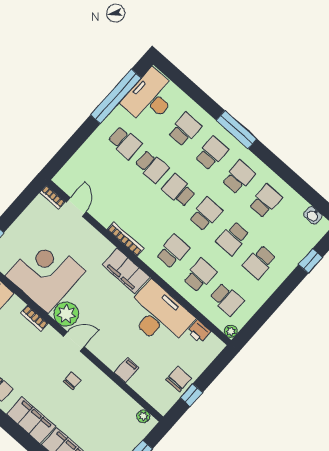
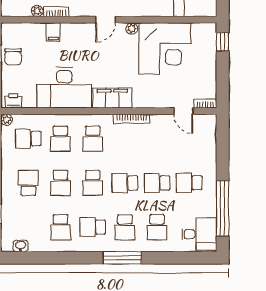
desk: (150, 97) -> (199, 234), width x0.73
school desk: (239, 177) -> (93, 227), turned 90
school desk: (179, 190) -> (125, 183), turned 180
school desk: (233, 238) -> (60, 183), turned 180
plant: (66, 314) -> (132, 29), width x0.53, depth x0.53
bookcase: (34, 318) -> (56, 12), moved
printer: (199, 331) -> (13, 101), moved
plant: (143, 416) -> (37, 11), moved

